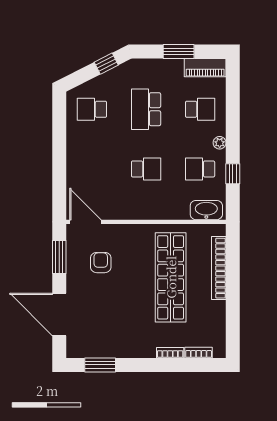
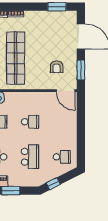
school desk: (146, 169) -> (30, 122), turned 180

